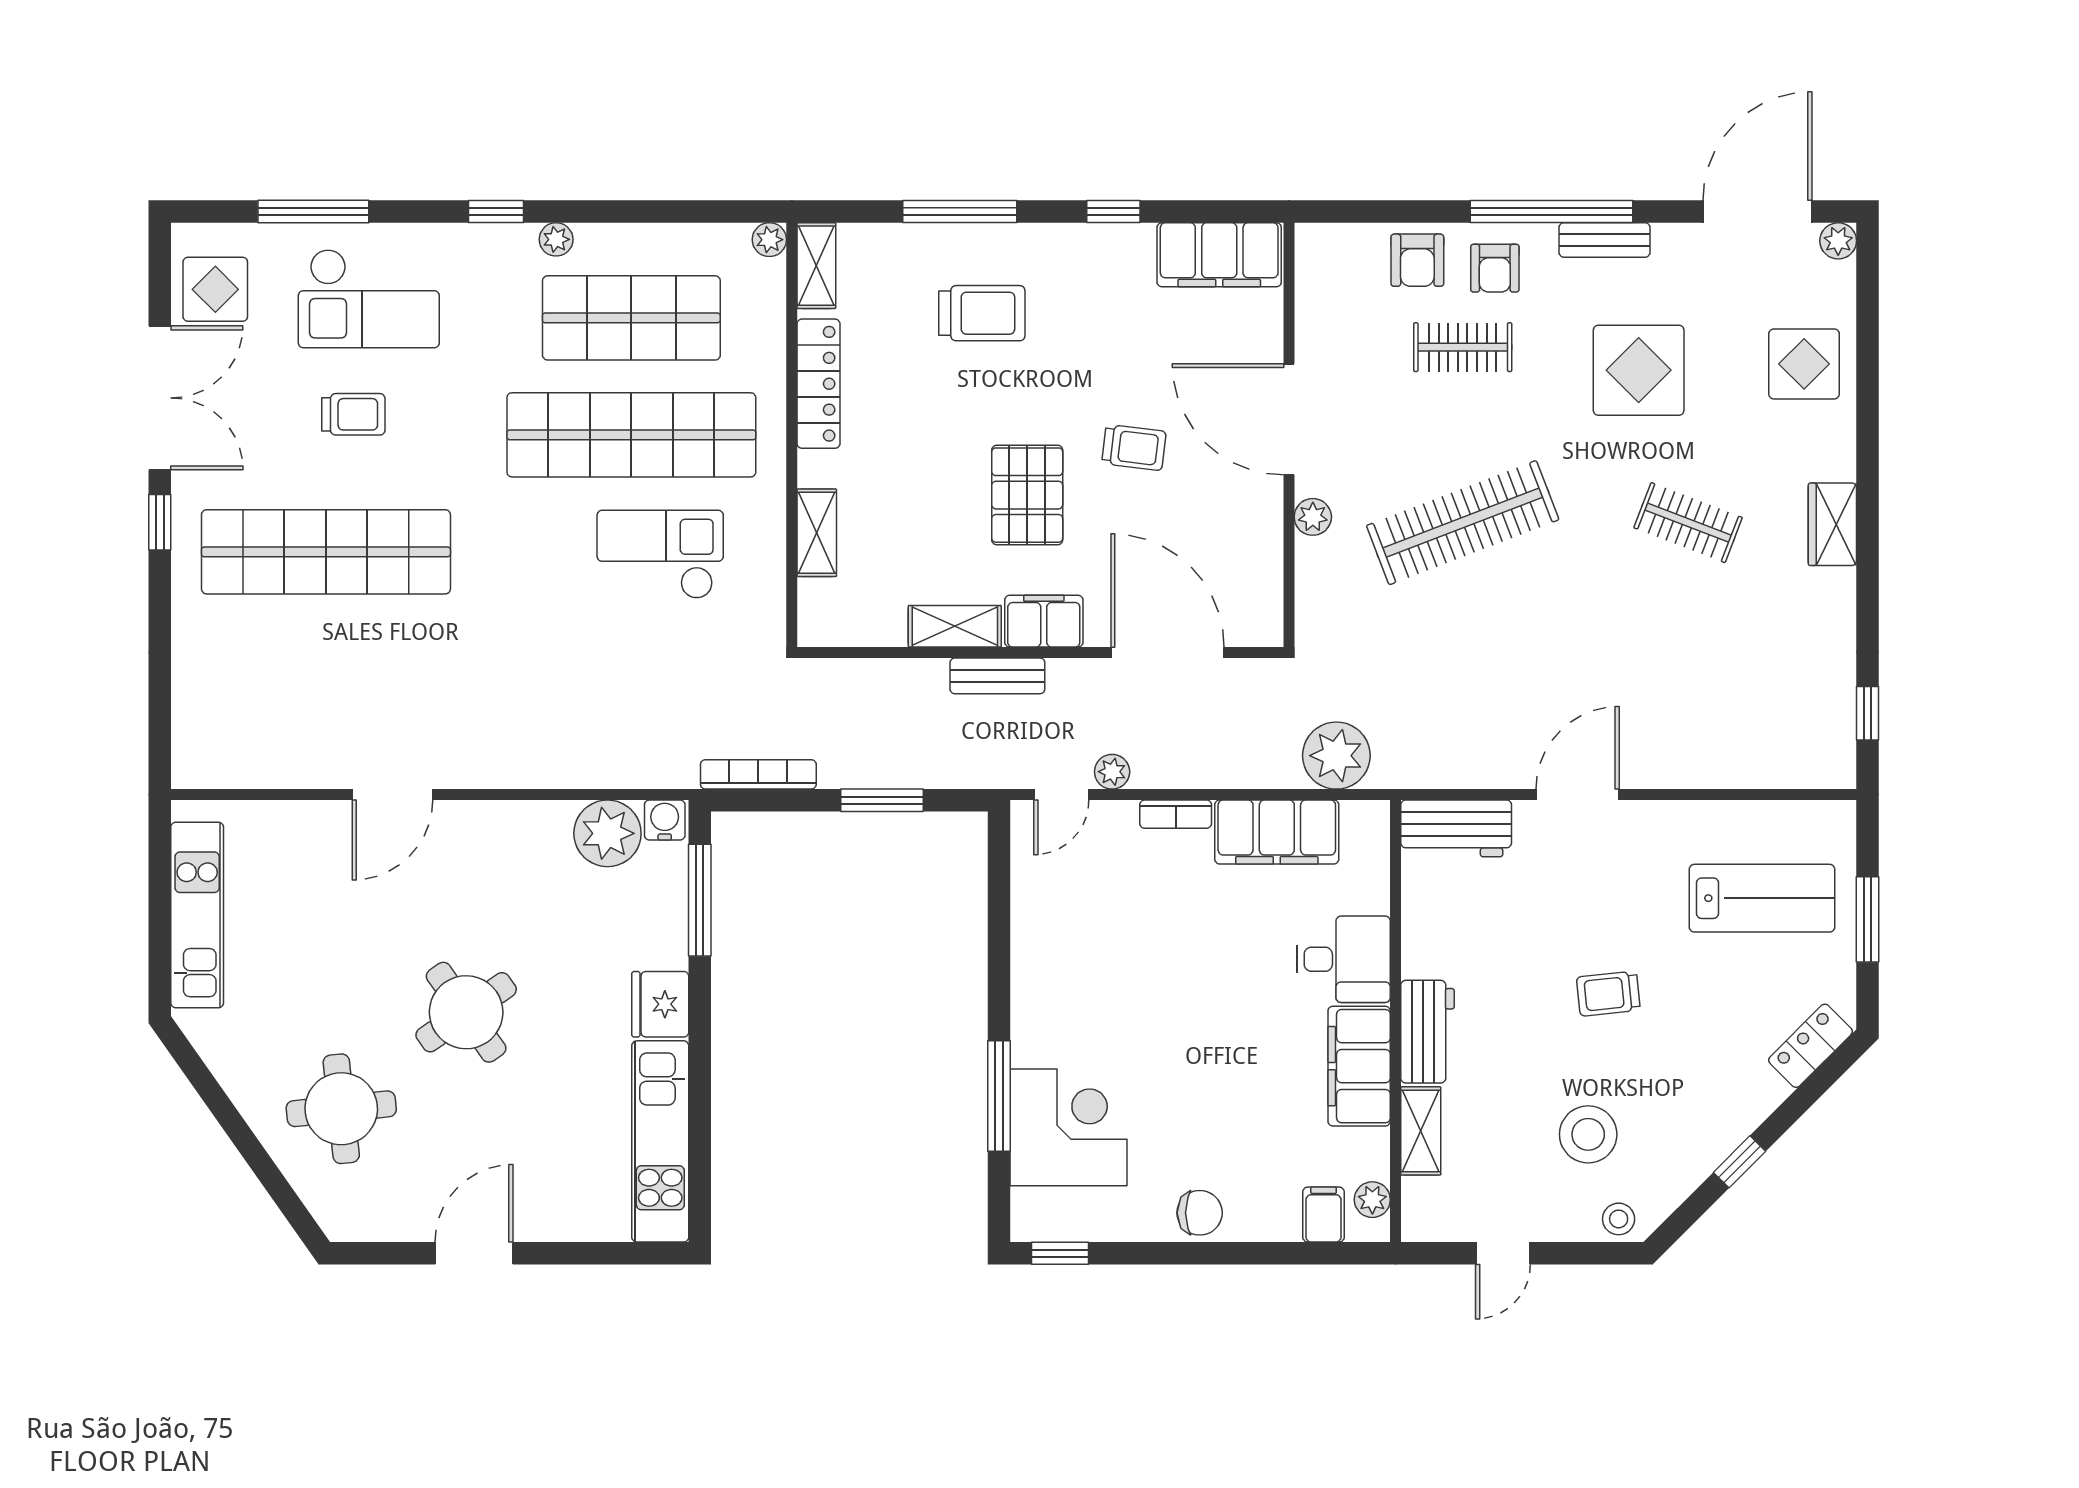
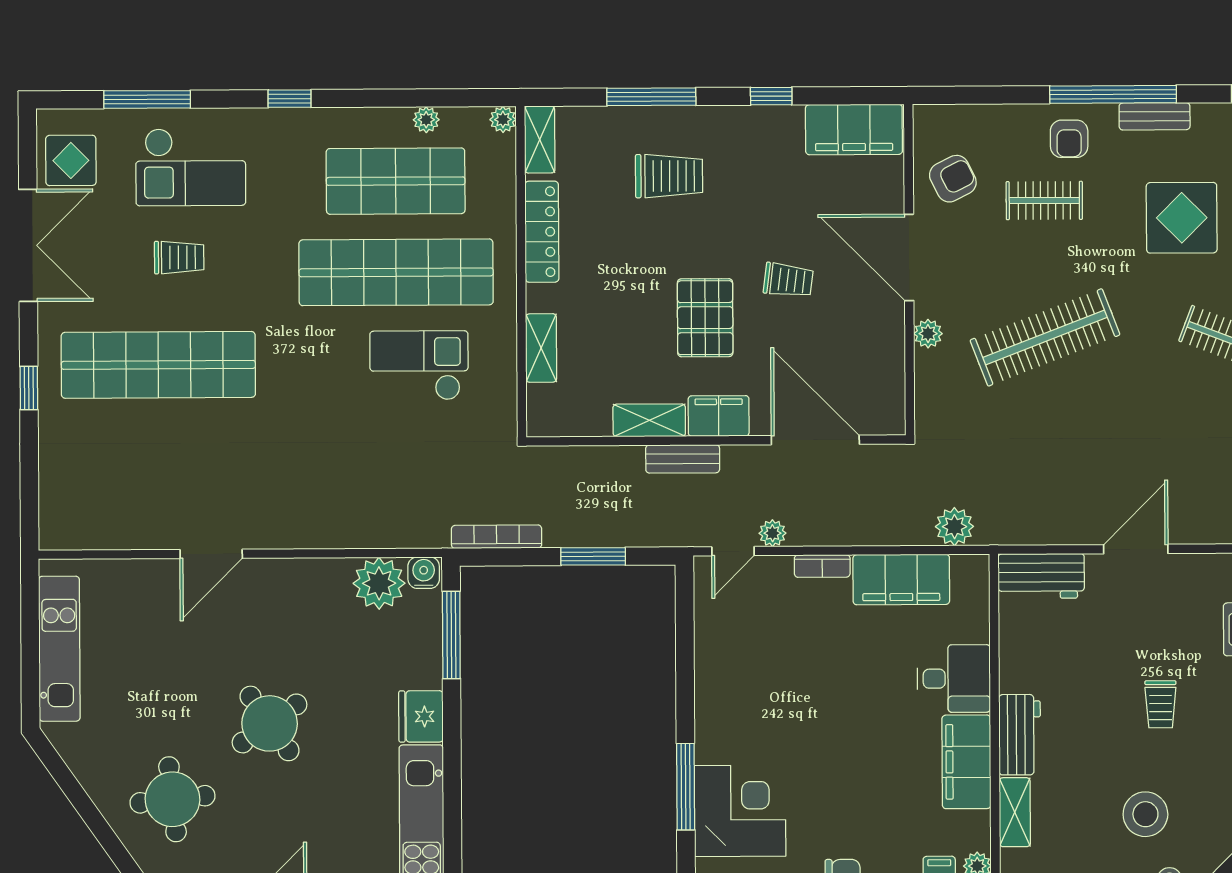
plant: (556, 239) -> (426, 120), moved
armchair: (1417, 260) -> (953, 179), moved, turned -117
window: (160, 522) -> (29, 388), moved
plant: (1336, 756) -> (954, 527), width x0.73, depth x0.73
trolley: (1608, 994) -> (1161, 704), turned -84

